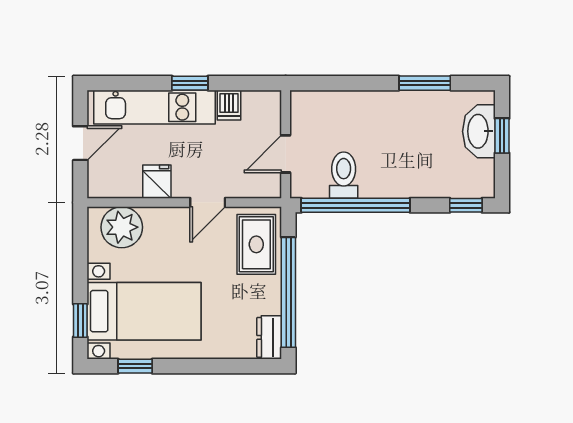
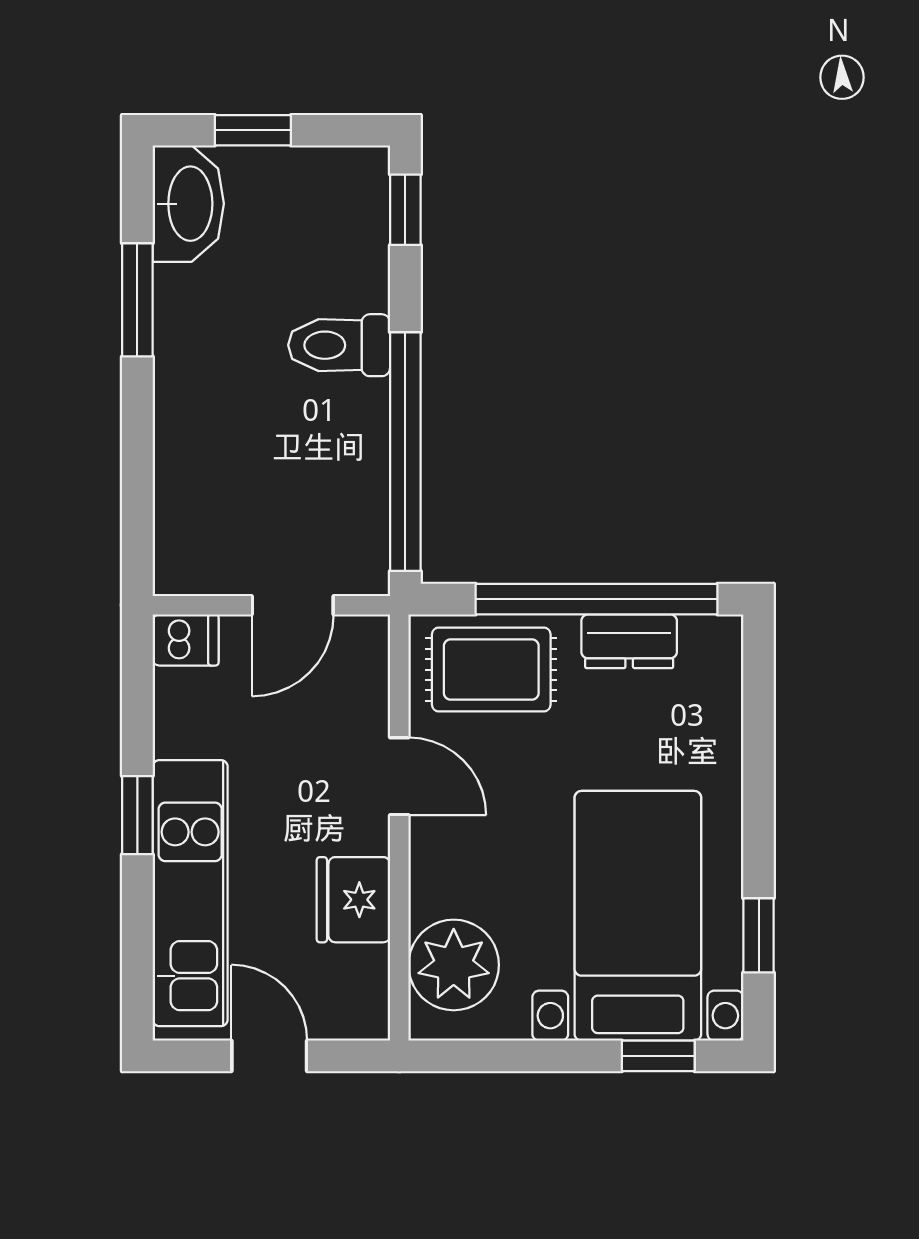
dishwasher: (229, 105) -> (186, 640), moved
washbasin: (479, 131) -> (188, 204), moved, turned -90
door: (286, 154) -> (293, 605), hinge flipped
toilet: (344, 175) -> (339, 345), moved
fridge: (157, 182) -> (353, 900), width x1.38
dresser: (269, 337) -> (629, 641), moved

